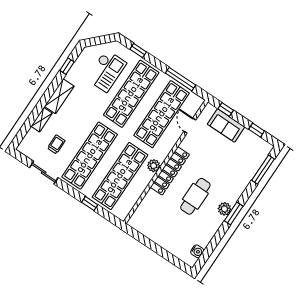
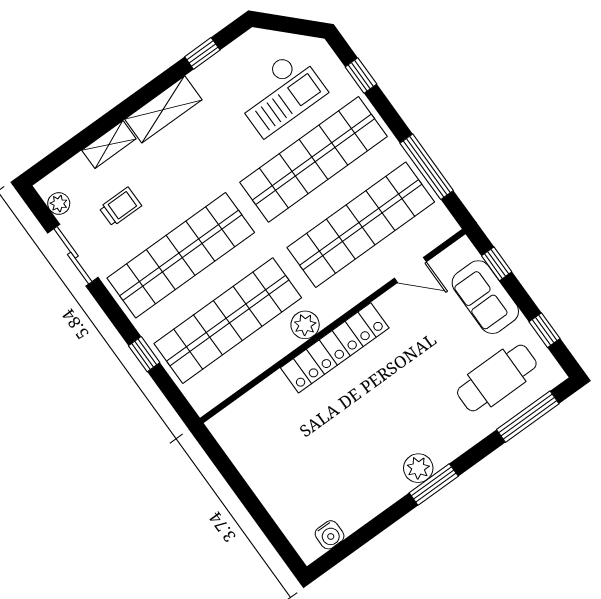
door: (190, 126) -> (410, 270), swing flipped
plant: (29, 153) -> (59, 204), added
cafe table: (195, 196) -> (497, 378), moved

